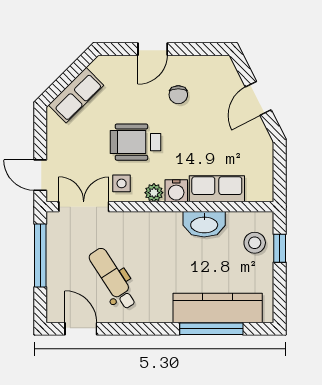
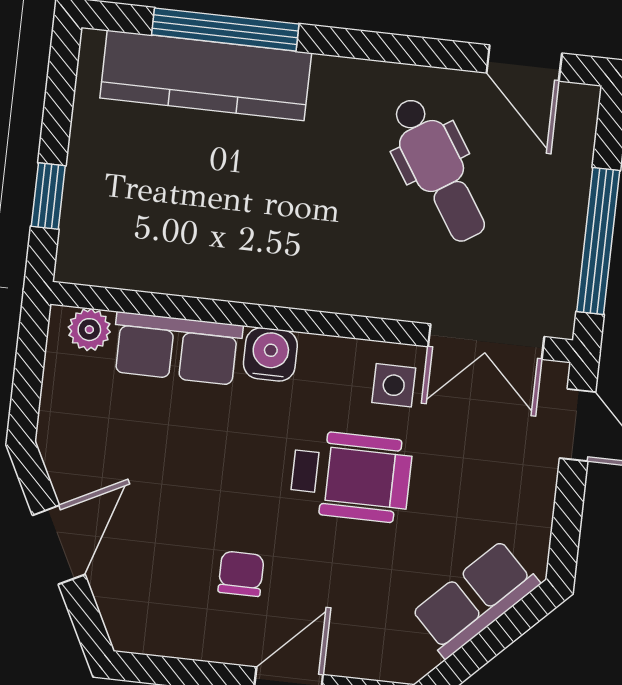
plant: (154, 193) -> (89, 330), moved
washbasin: (204, 224) -> (215, 271), removed
stool: (255, 243) -> (104, 215), removed

